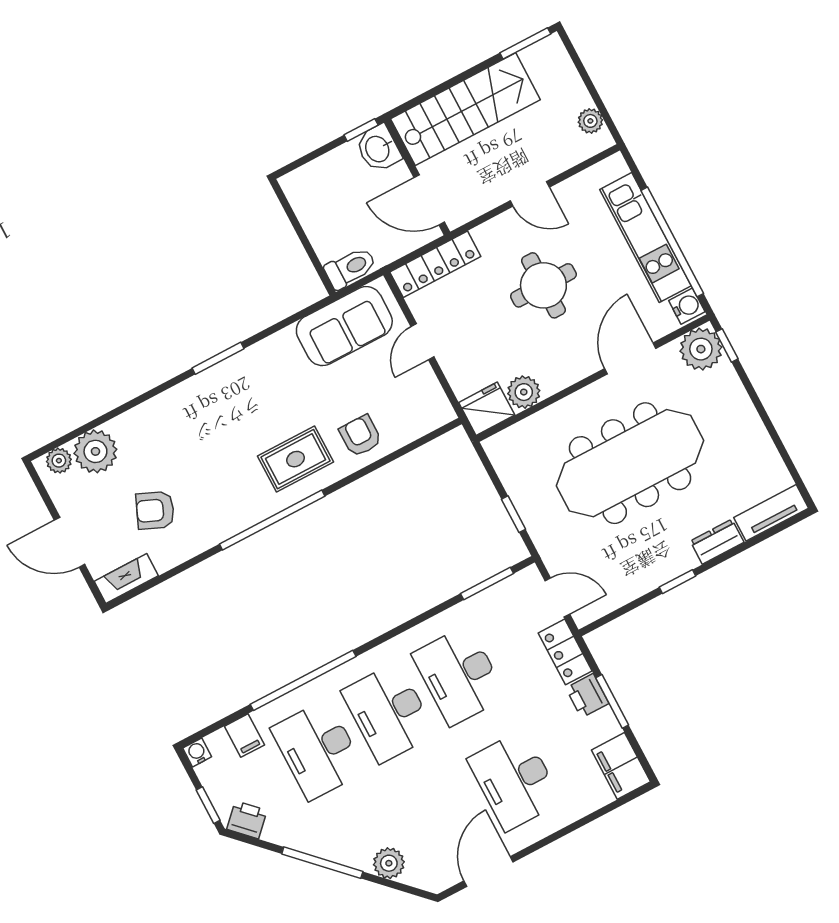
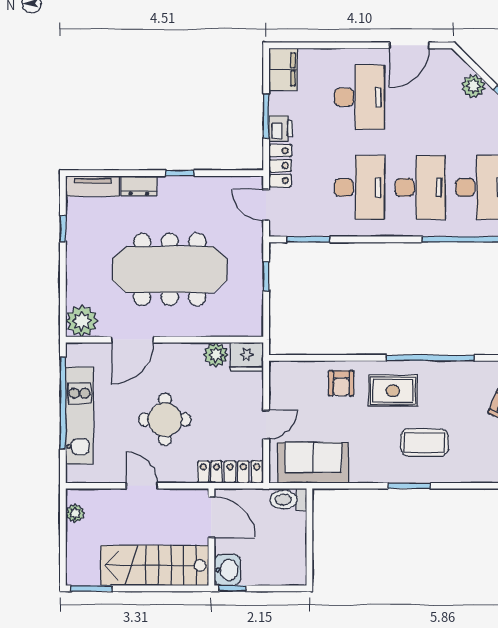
water cooler: (687, 306) -> (76, 355), removed
window: (727, 345) -> (63, 229), moved
coffee table: (227, 418) -> (424, 442), added

